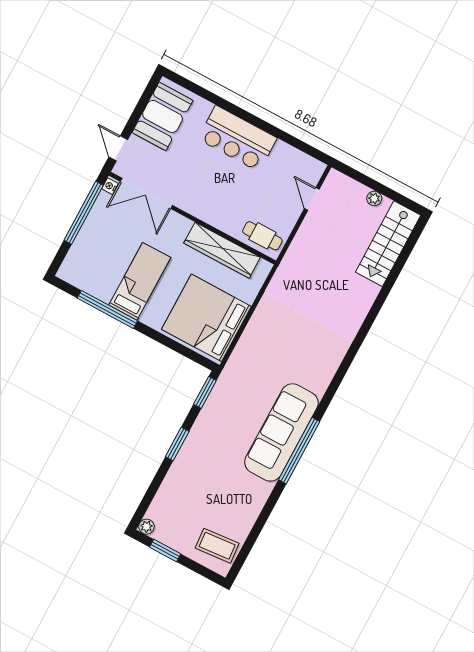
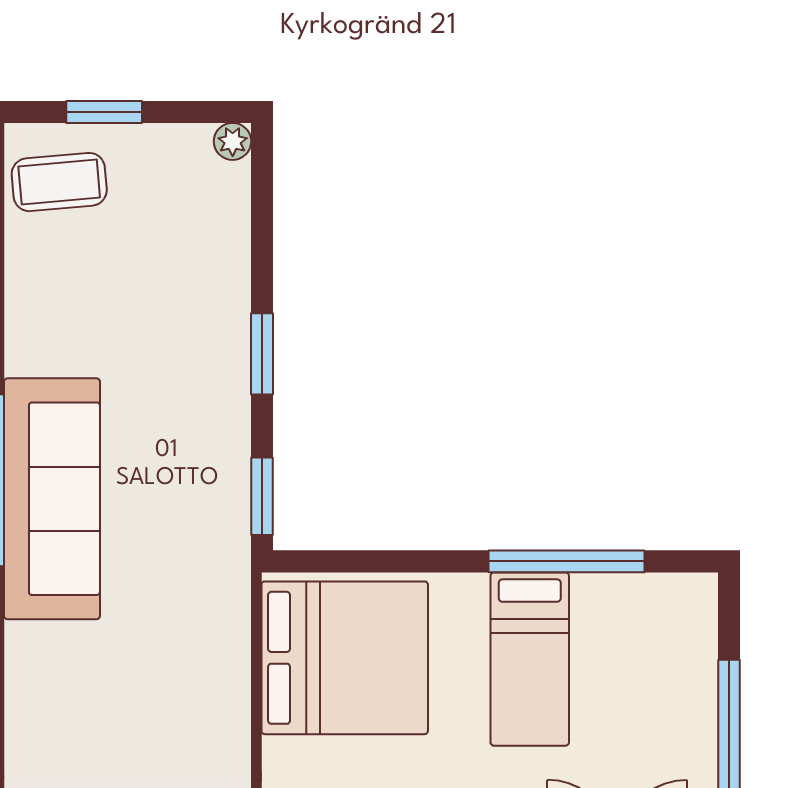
window: (165, 550) -> (104, 112), moved

